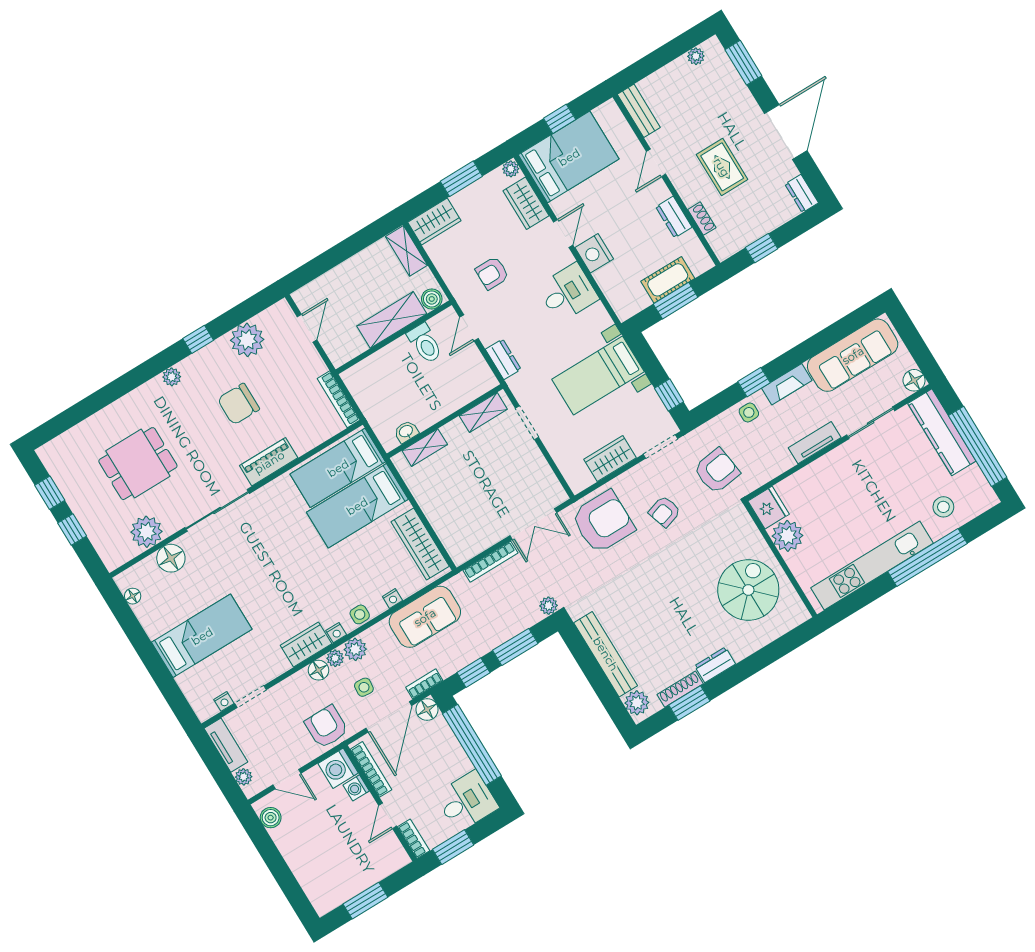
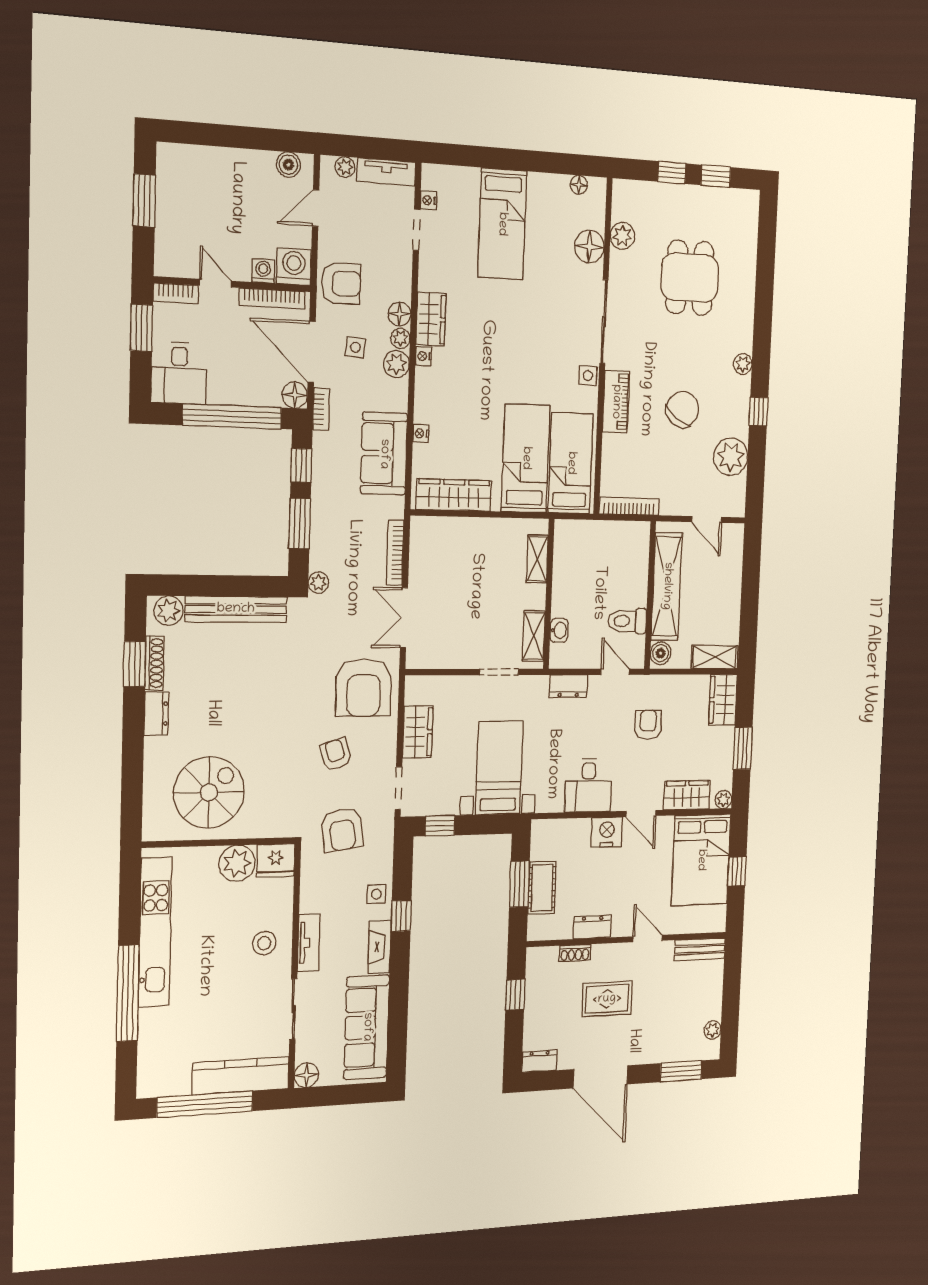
shelving: (392, 320) -> (667, 586), width x1.47
chair: (238, 404) -> (682, 409), turned 36
washbasin: (406, 432) -> (559, 630), moved
stool: (943, 507) -> (264, 943), moved
plant: (147, 532) -> (622, 236), width x0.73, depth x0.73
spiral stairs: (748, 590) -> (209, 792), turned -90
side table: (360, 614) -> (588, 376), moved

